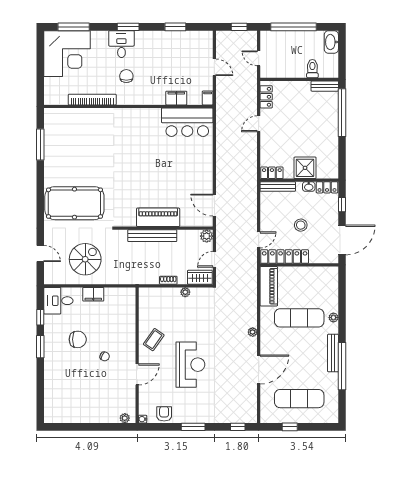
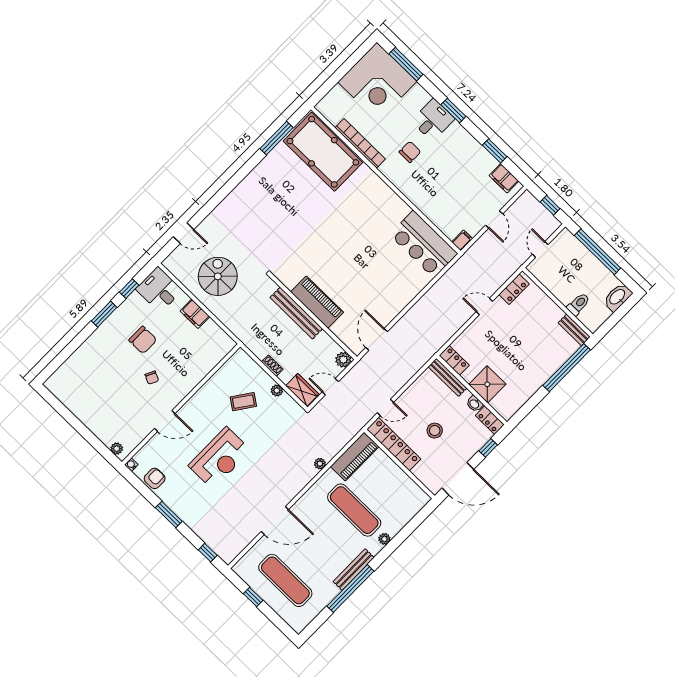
filing cabinet: (176, 98) -> (504, 178), moved, turned 180
pool table: (74, 203) -> (323, 152), moved
door: (40, 253) -> (184, 233), hinge flipped
spiral stairs: (85, 259) -> (218, 276), turned -90
plant: (253, 332) -> (320, 464), moved
coffee table: (154, 340) -> (243, 402), moved

